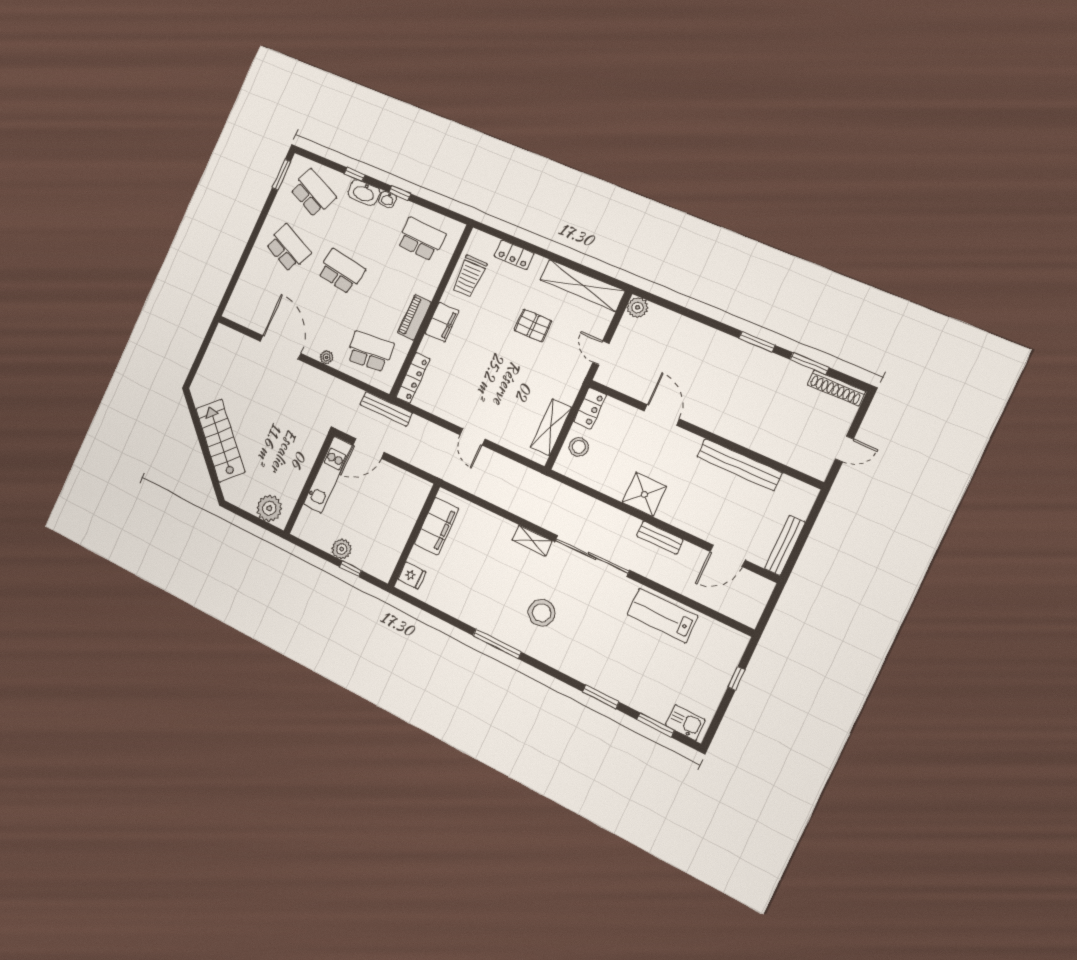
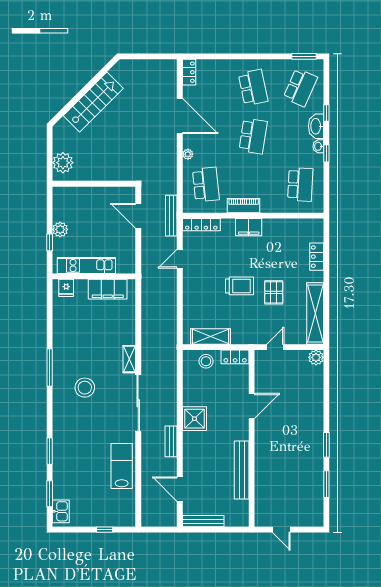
school desk: (288, 248) -> (253, 88), turned -36
trolley: (469, 276) -> (239, 286), moved, turned 180
locker: (239, 315) -> (189, 72), added
door: (281, 347) -> (180, 116), hinge flipped
shoe rack: (836, 388) -> (318, 507), removed
door: (472, 437) -> (180, 259), moved
kitchen unit: (328, 475) -> (86, 266), moved, turned 180

